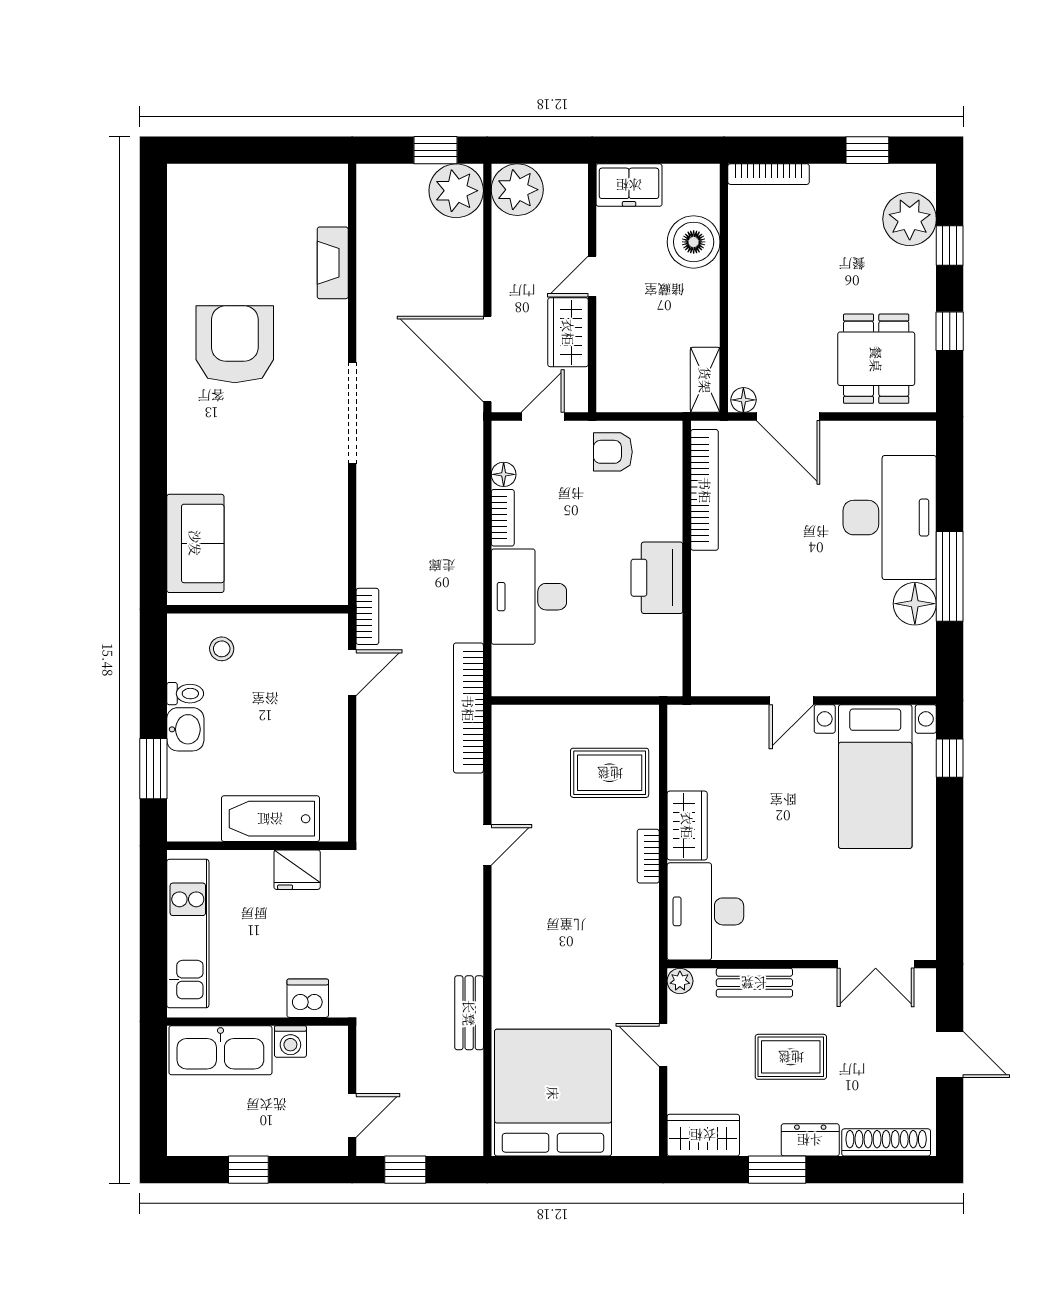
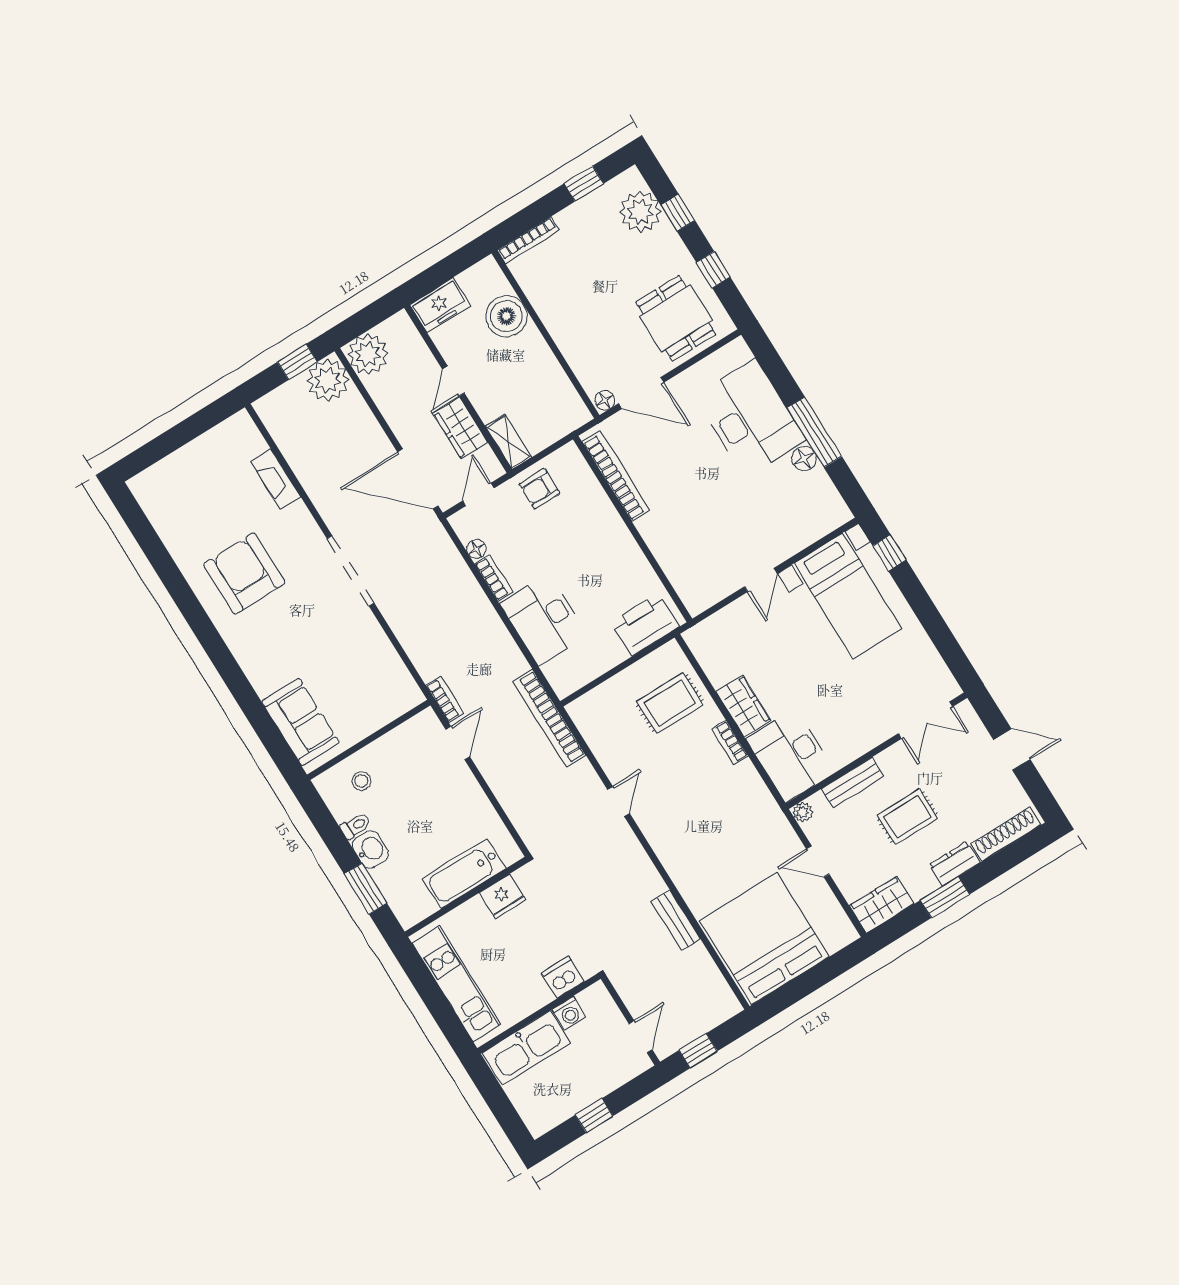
shelving: (705, 380) -> (508, 442), moved
printer: (657, 578) -> (645, 624), moved, turned 90
floor lamp: (915, 604) -> (804, 459), width x0.73, depth x0.73

